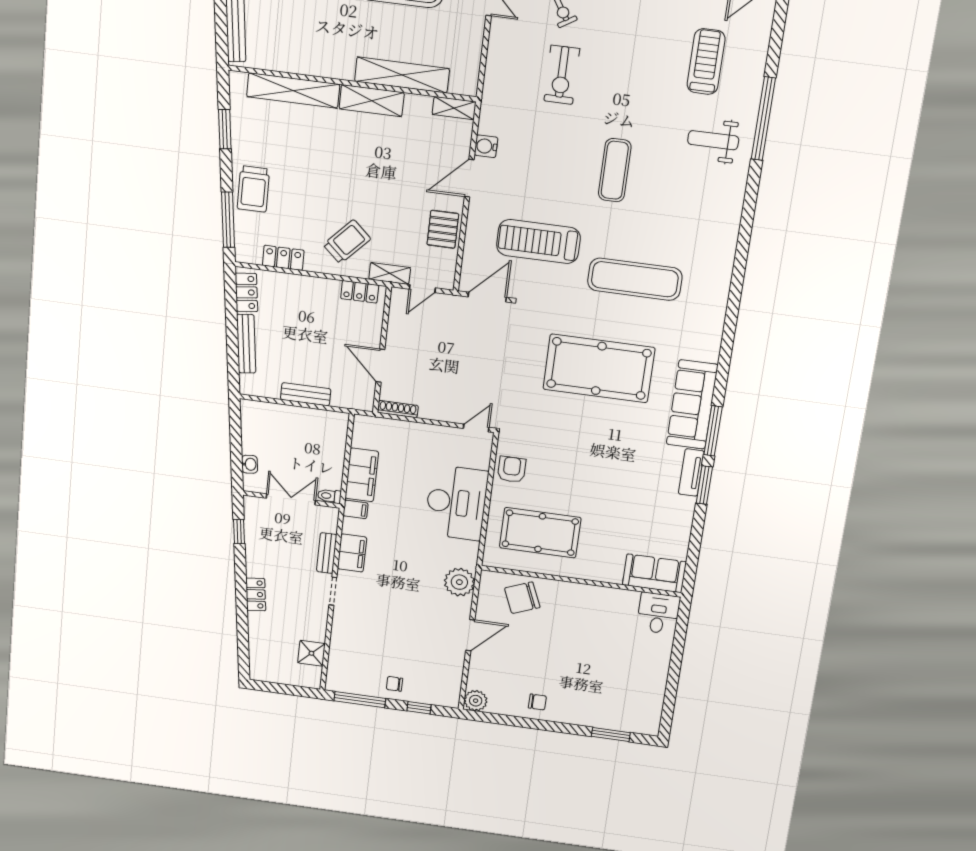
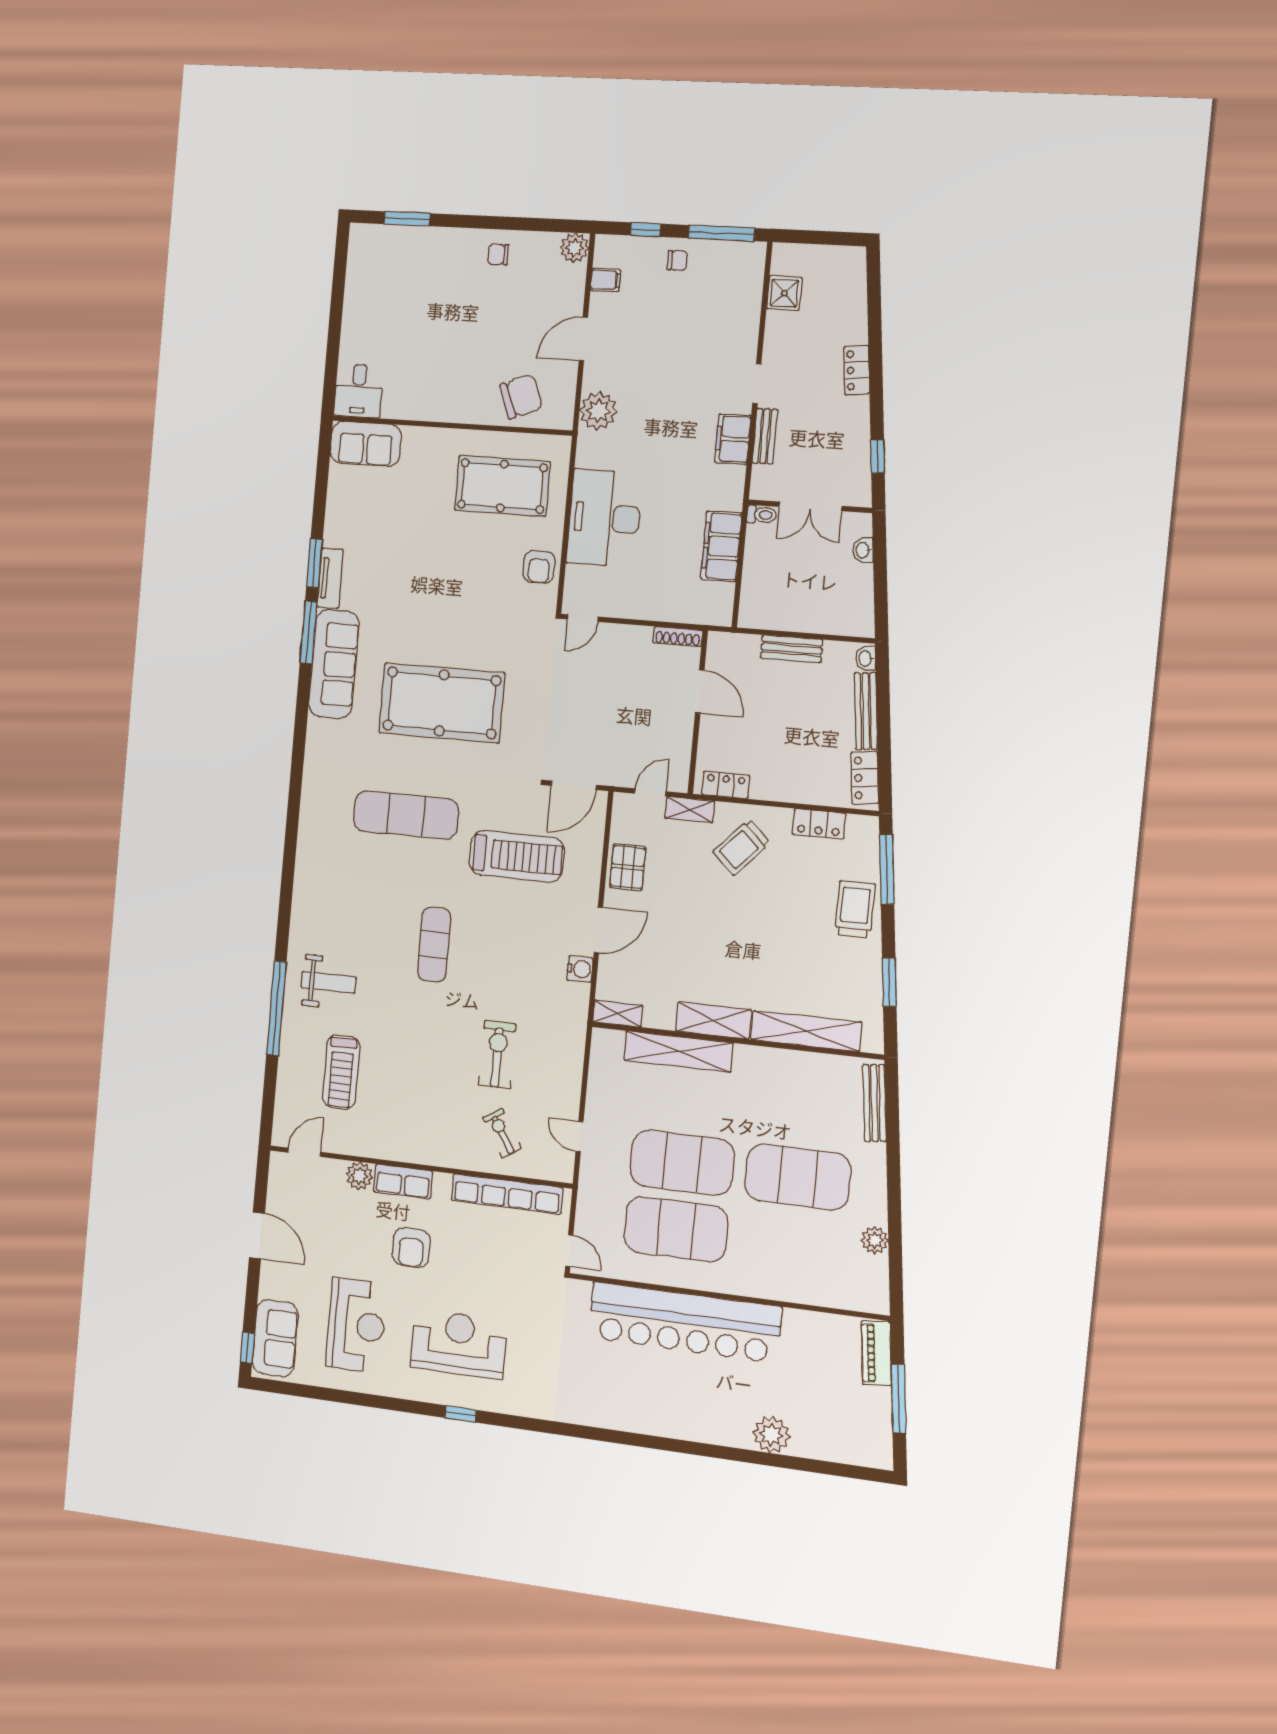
washbasin: (247, 384) -> (866, 658), added
filing cabinet: (356, 509) -> (606, 280), moved, turned 180

